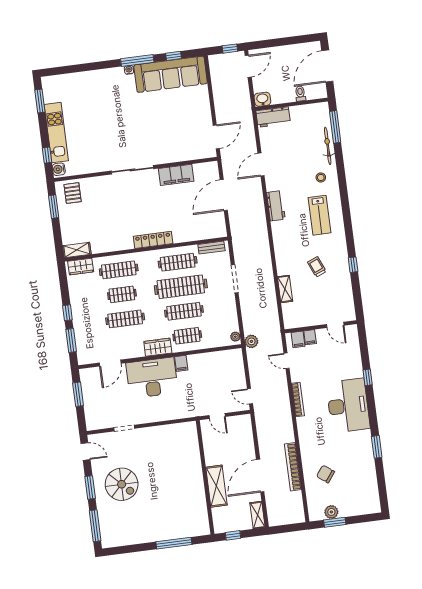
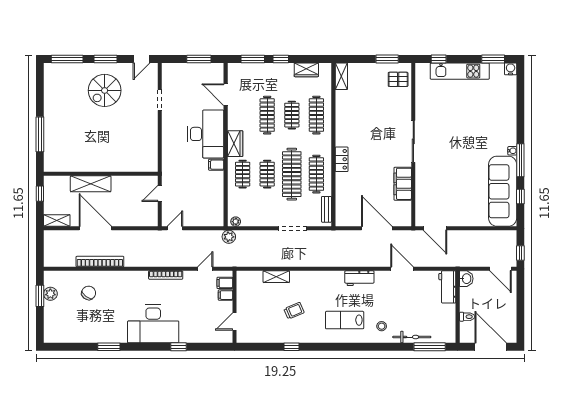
water cooler: (59, 169) -> (511, 69), moved
locker: (153, 240) -> (342, 159), width x0.66
wardrobe: (81, 267) -> (306, 70), moved, turned -90
clothes rail: (184, 311) -> (267, 174), width x0.73

